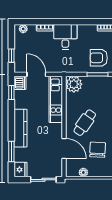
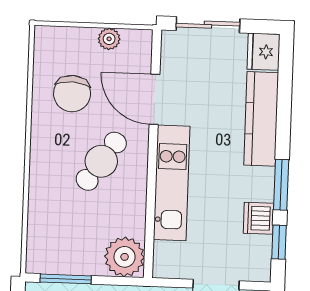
dishwasher: (20, 83) -> (259, 218), moved
kitchen unit: (56, 99) -> (172, 183), moved
kitchen counter: (20, 128) -> (261, 119), moved
window: (11, 152) -> (281, 185), moved

